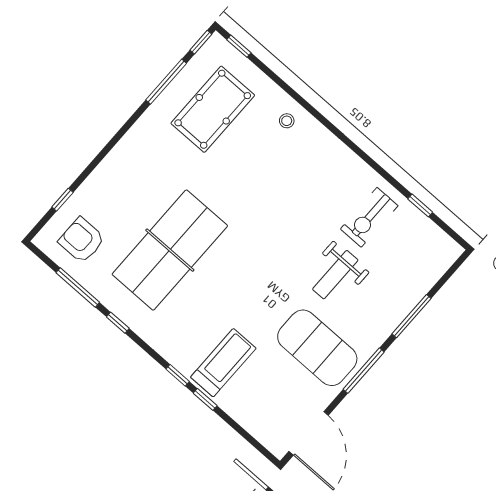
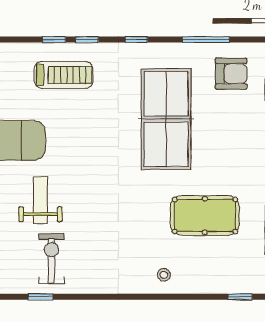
pool table: (213, 109) -> (205, 215), moved, turned 90
window: (420, 205) -> (41, 297), moved
window: (118, 323) -> (136, 40), moved
treadmill: (223, 363) -> (64, 75), turned -90

